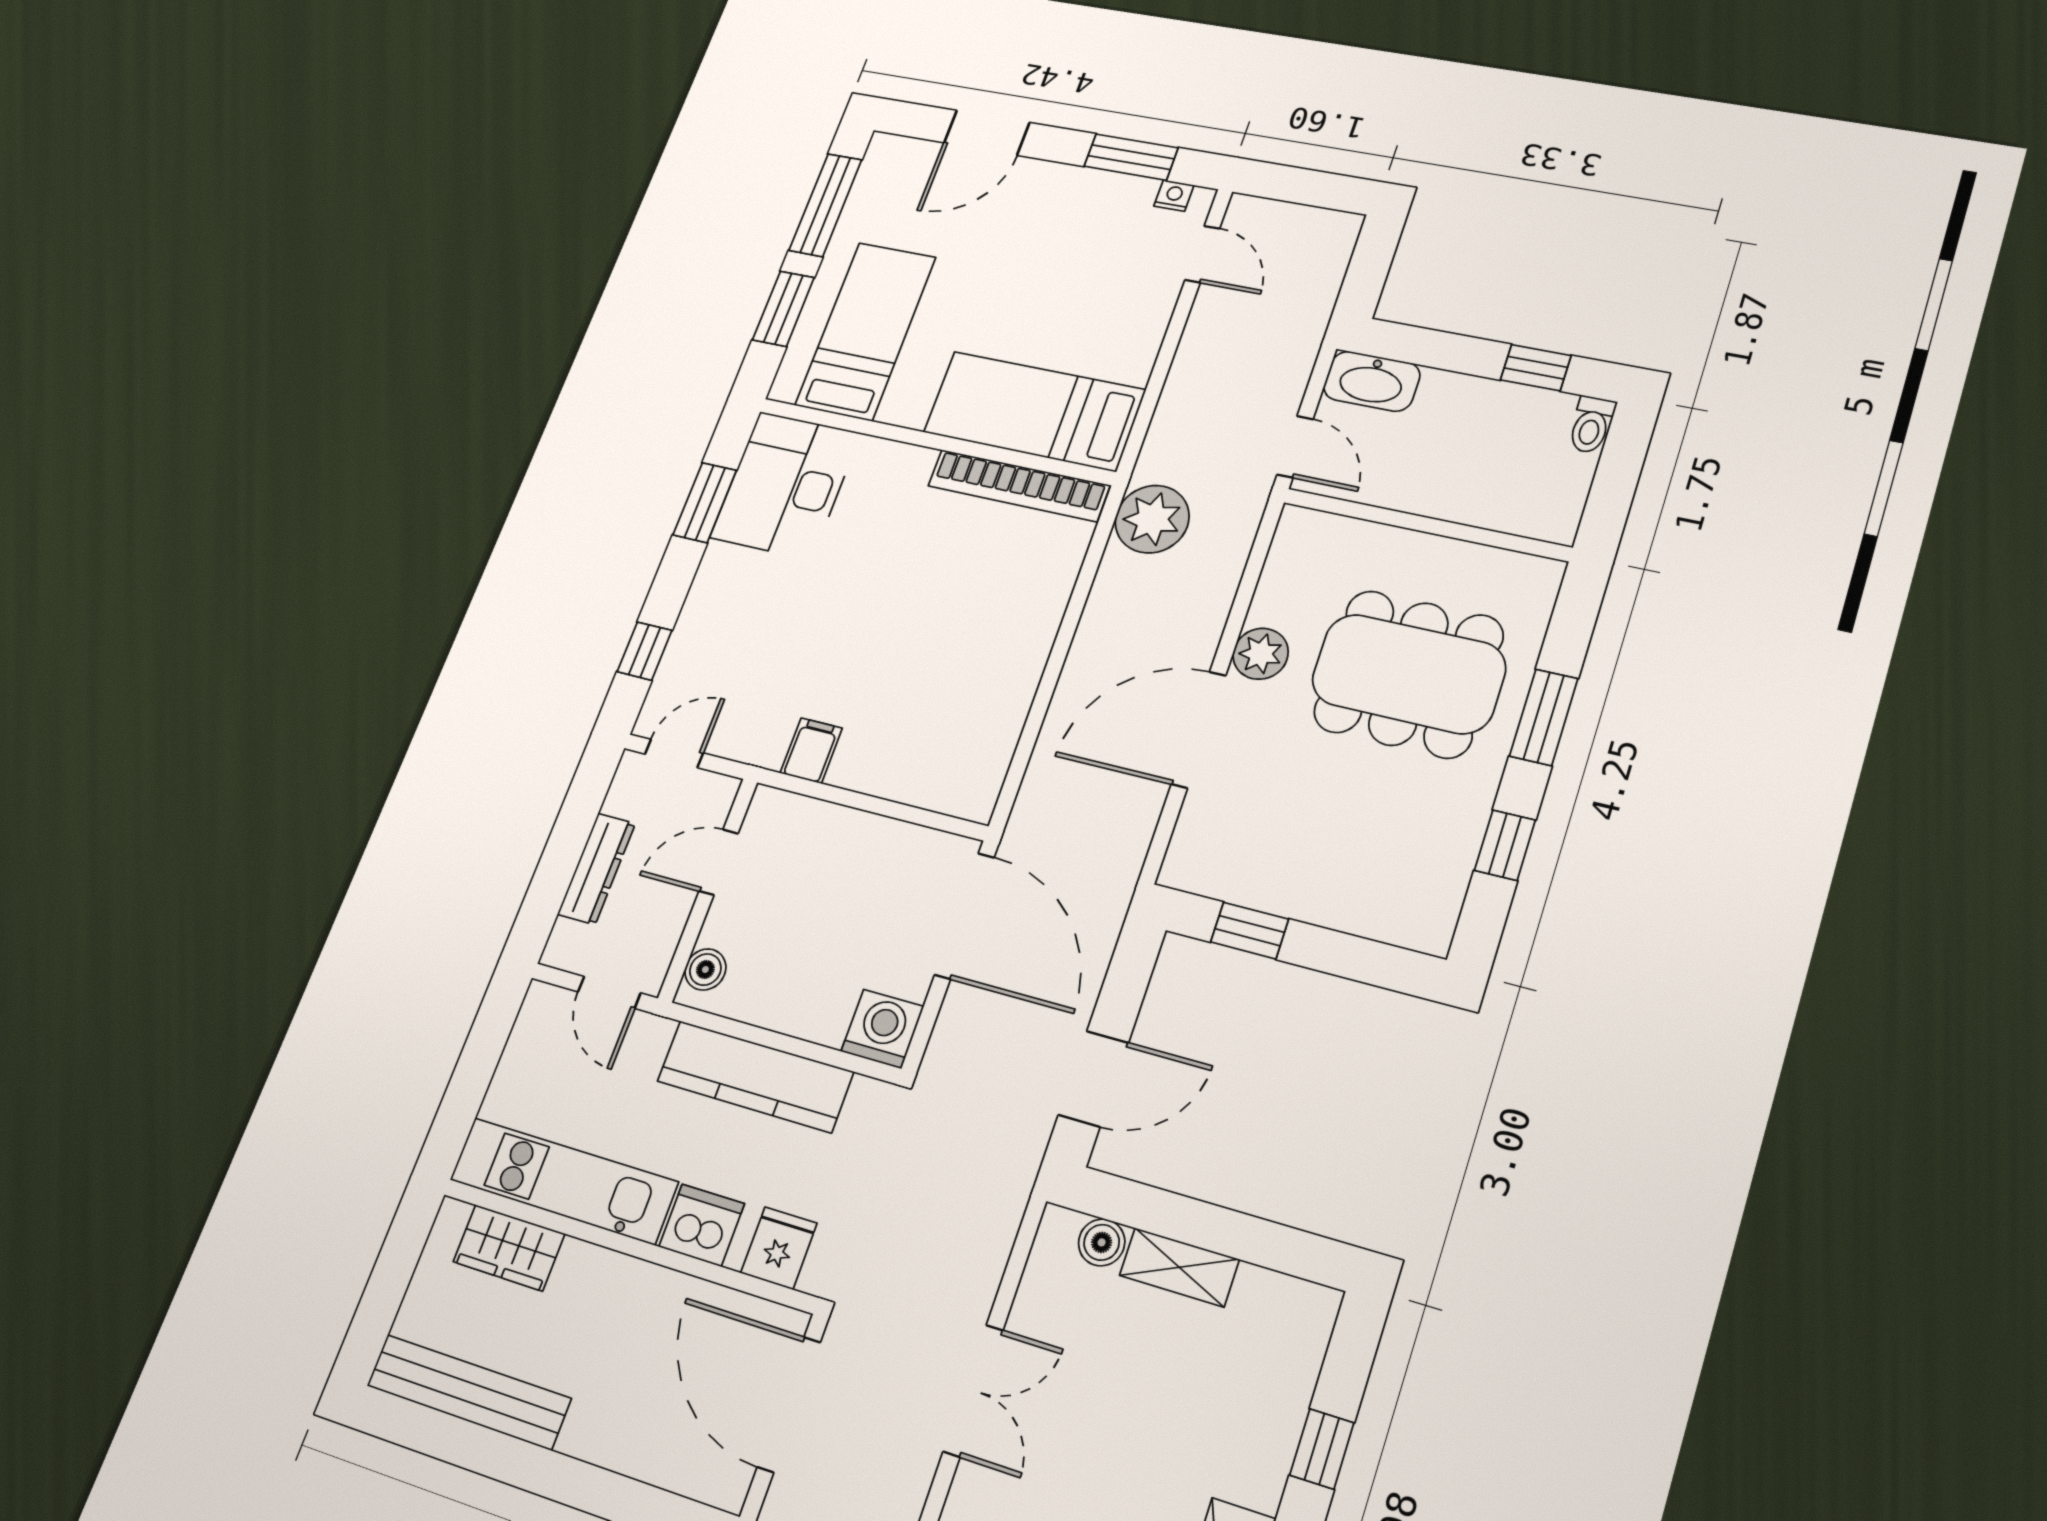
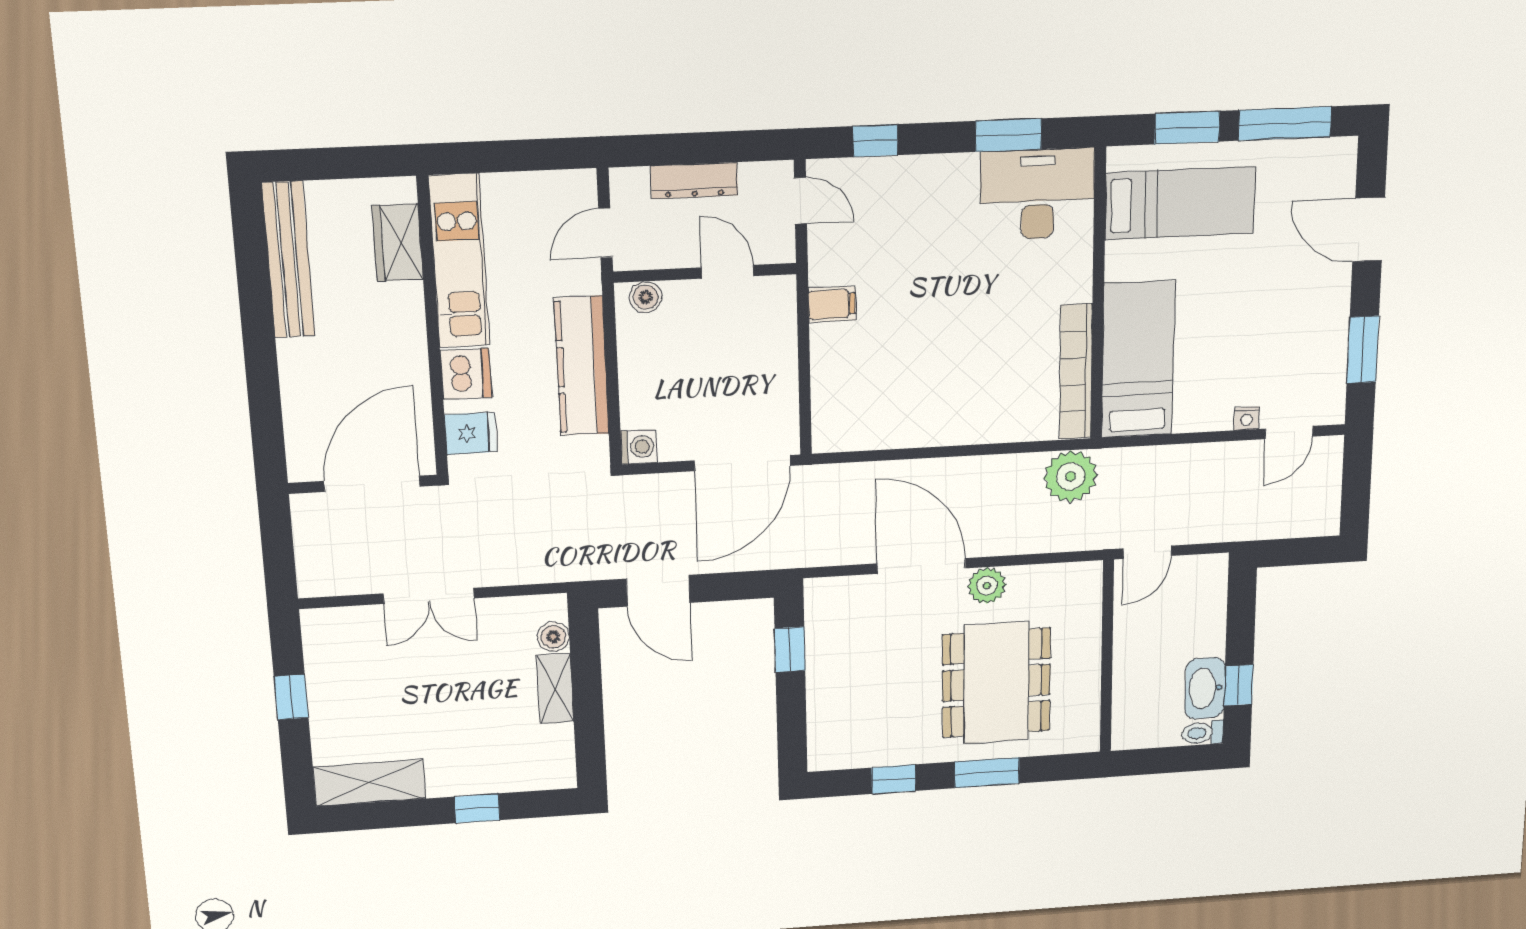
nightstand: (1174, 196) -> (1247, 418), moved, turned 90
washbasin: (1372, 381) -> (1205, 688), moved
washing machine: (882, 1029) -> (639, 447), width x0.73, depth x0.73

